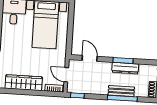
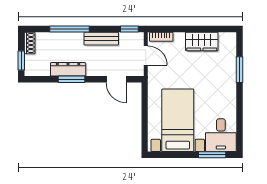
wardrobe: (24, 83) -> (202, 41), width x0.67
bench: (121, 91) -> (101, 39), moved

